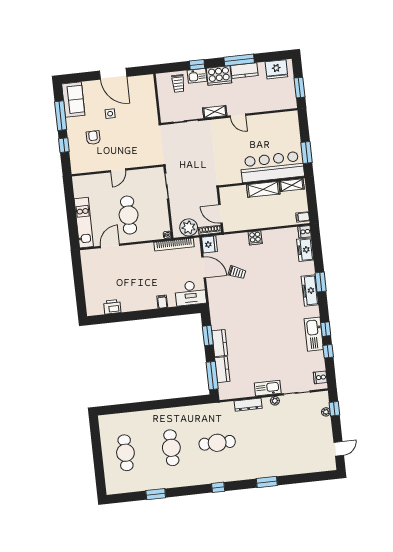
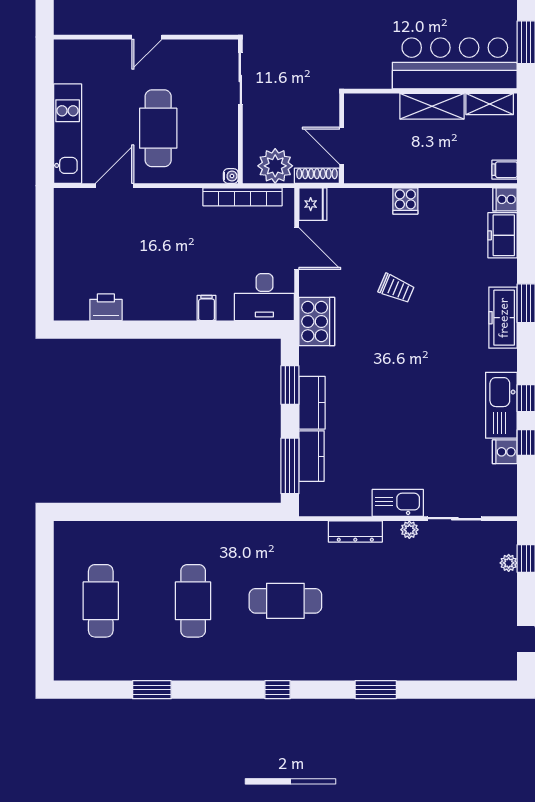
trolley: (237, 272) -> (396, 288), moved
cooker: (218, 302) -> (317, 321), added
cooker: (320, 377) -> (505, 452), moved

